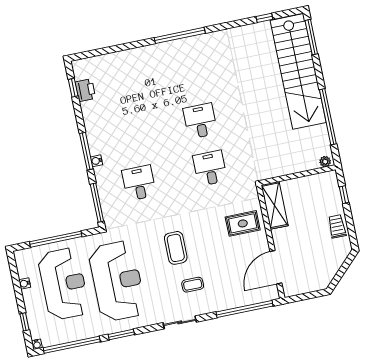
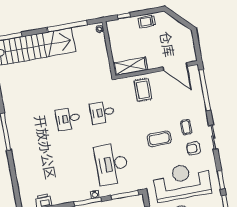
desk: (139, 183) -> (112, 164), width x1.87, depth x1.30
armchair: (164, 296) -> (193, 148), added

